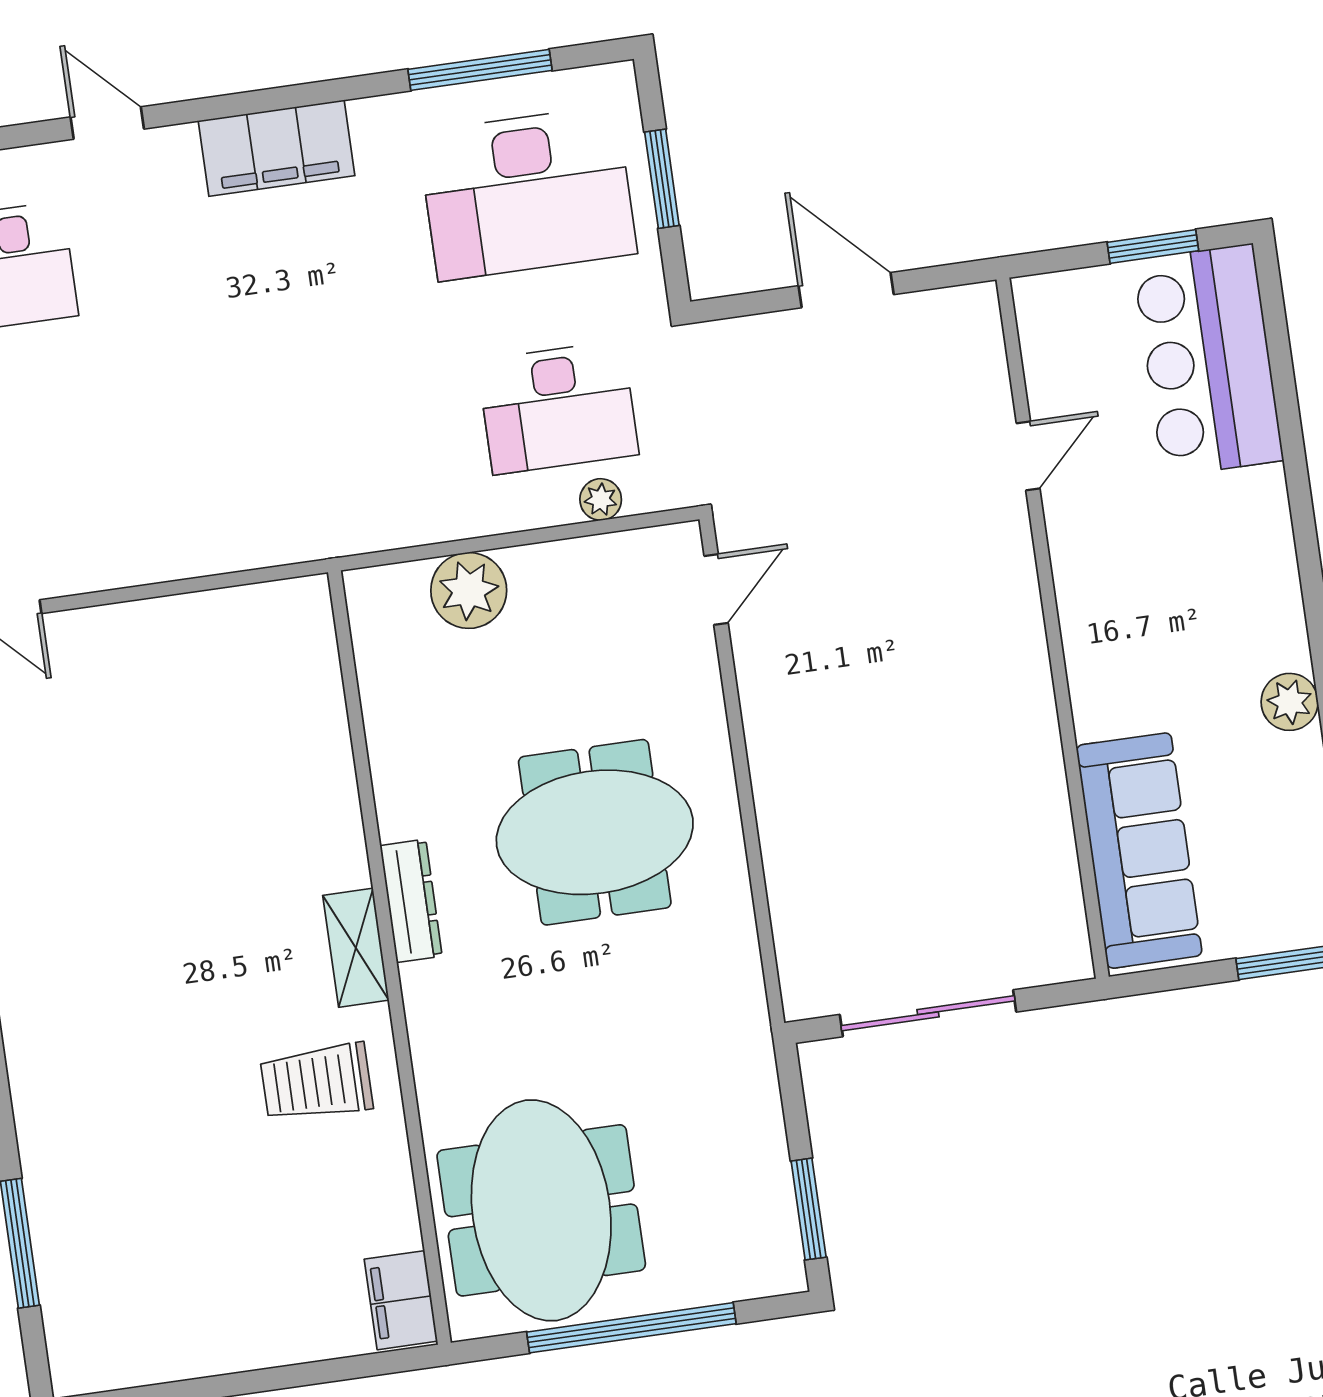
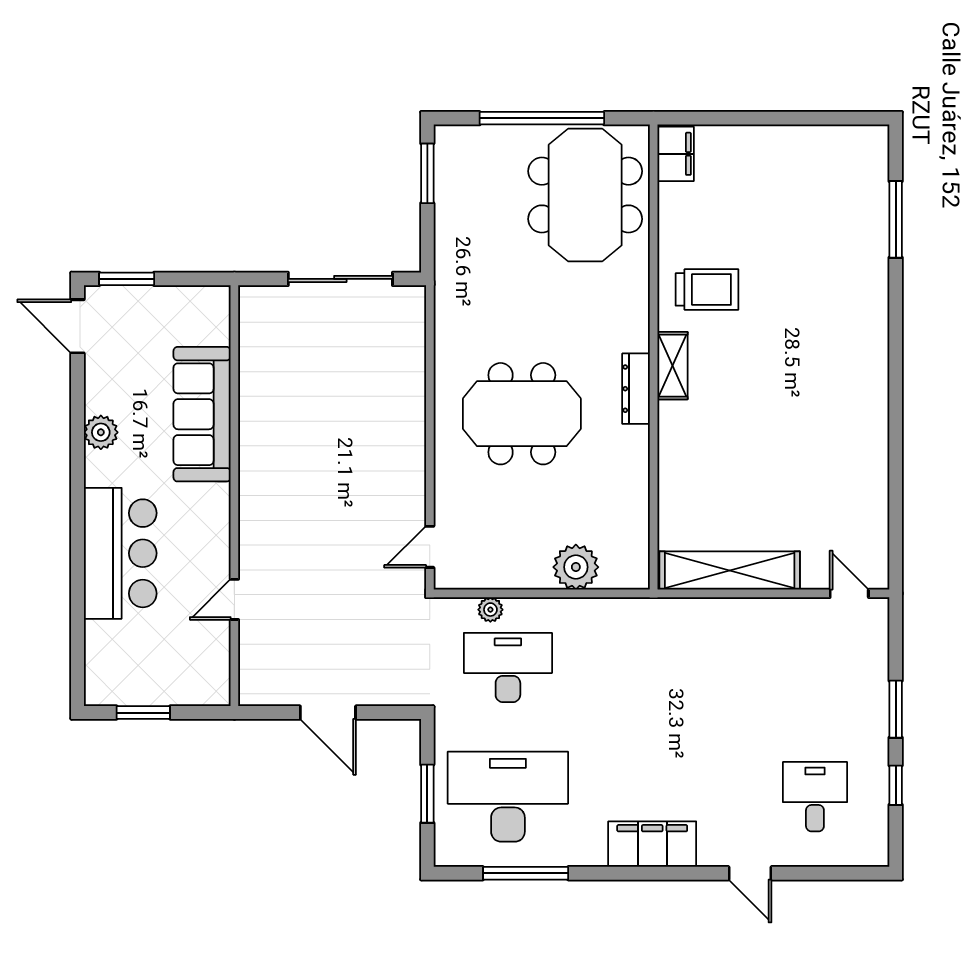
bar counter: (1208, 360) -> (120, 553), moved
shelving: (213, 621) -> (730, 570), added
sofa: (1139, 851) -> (202, 414), moved

